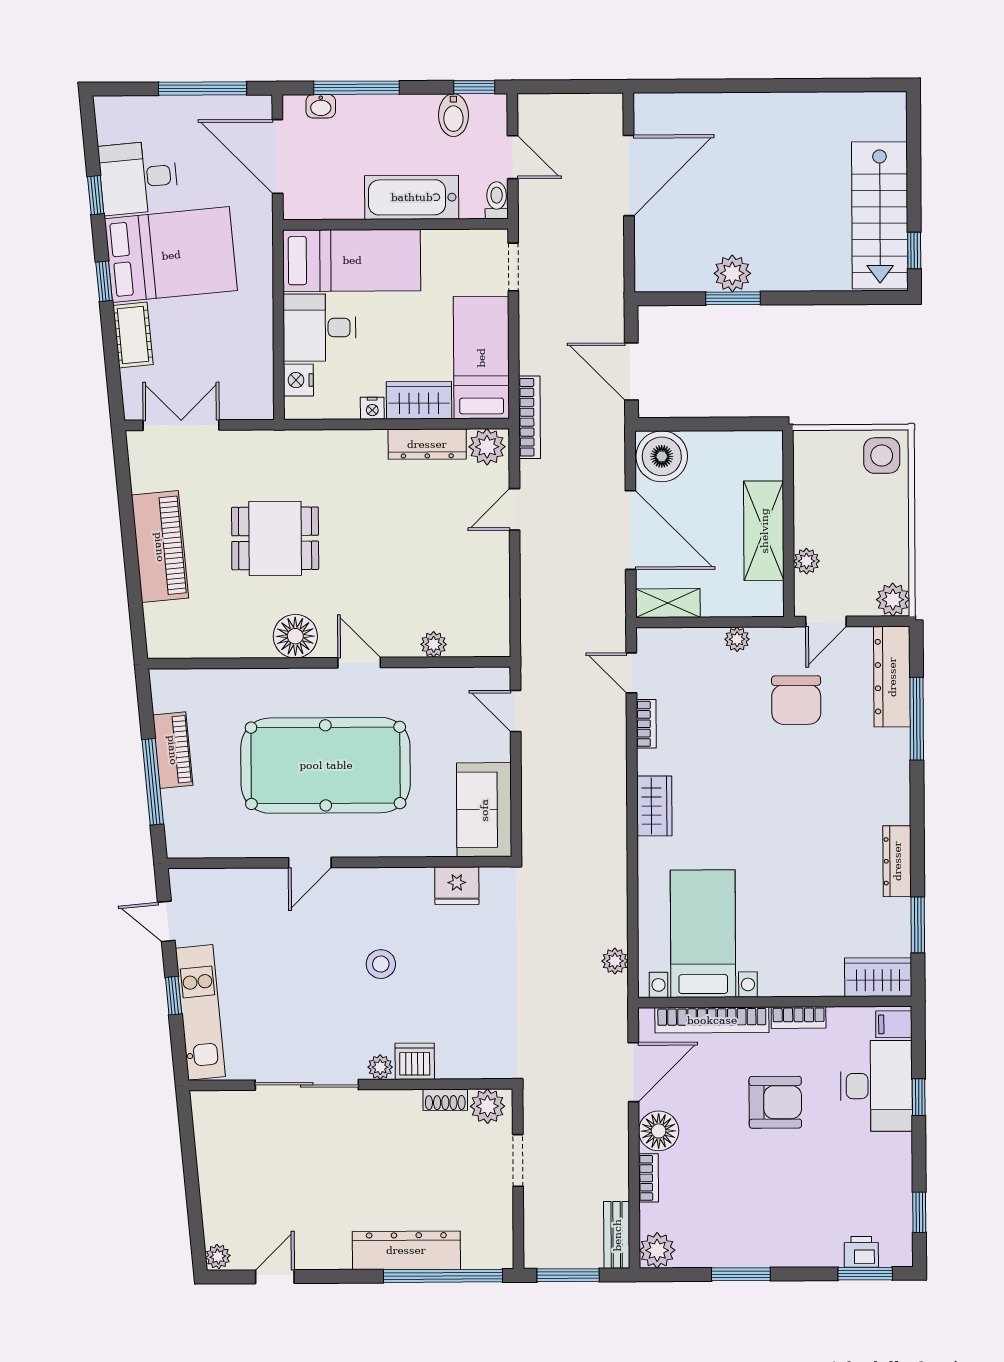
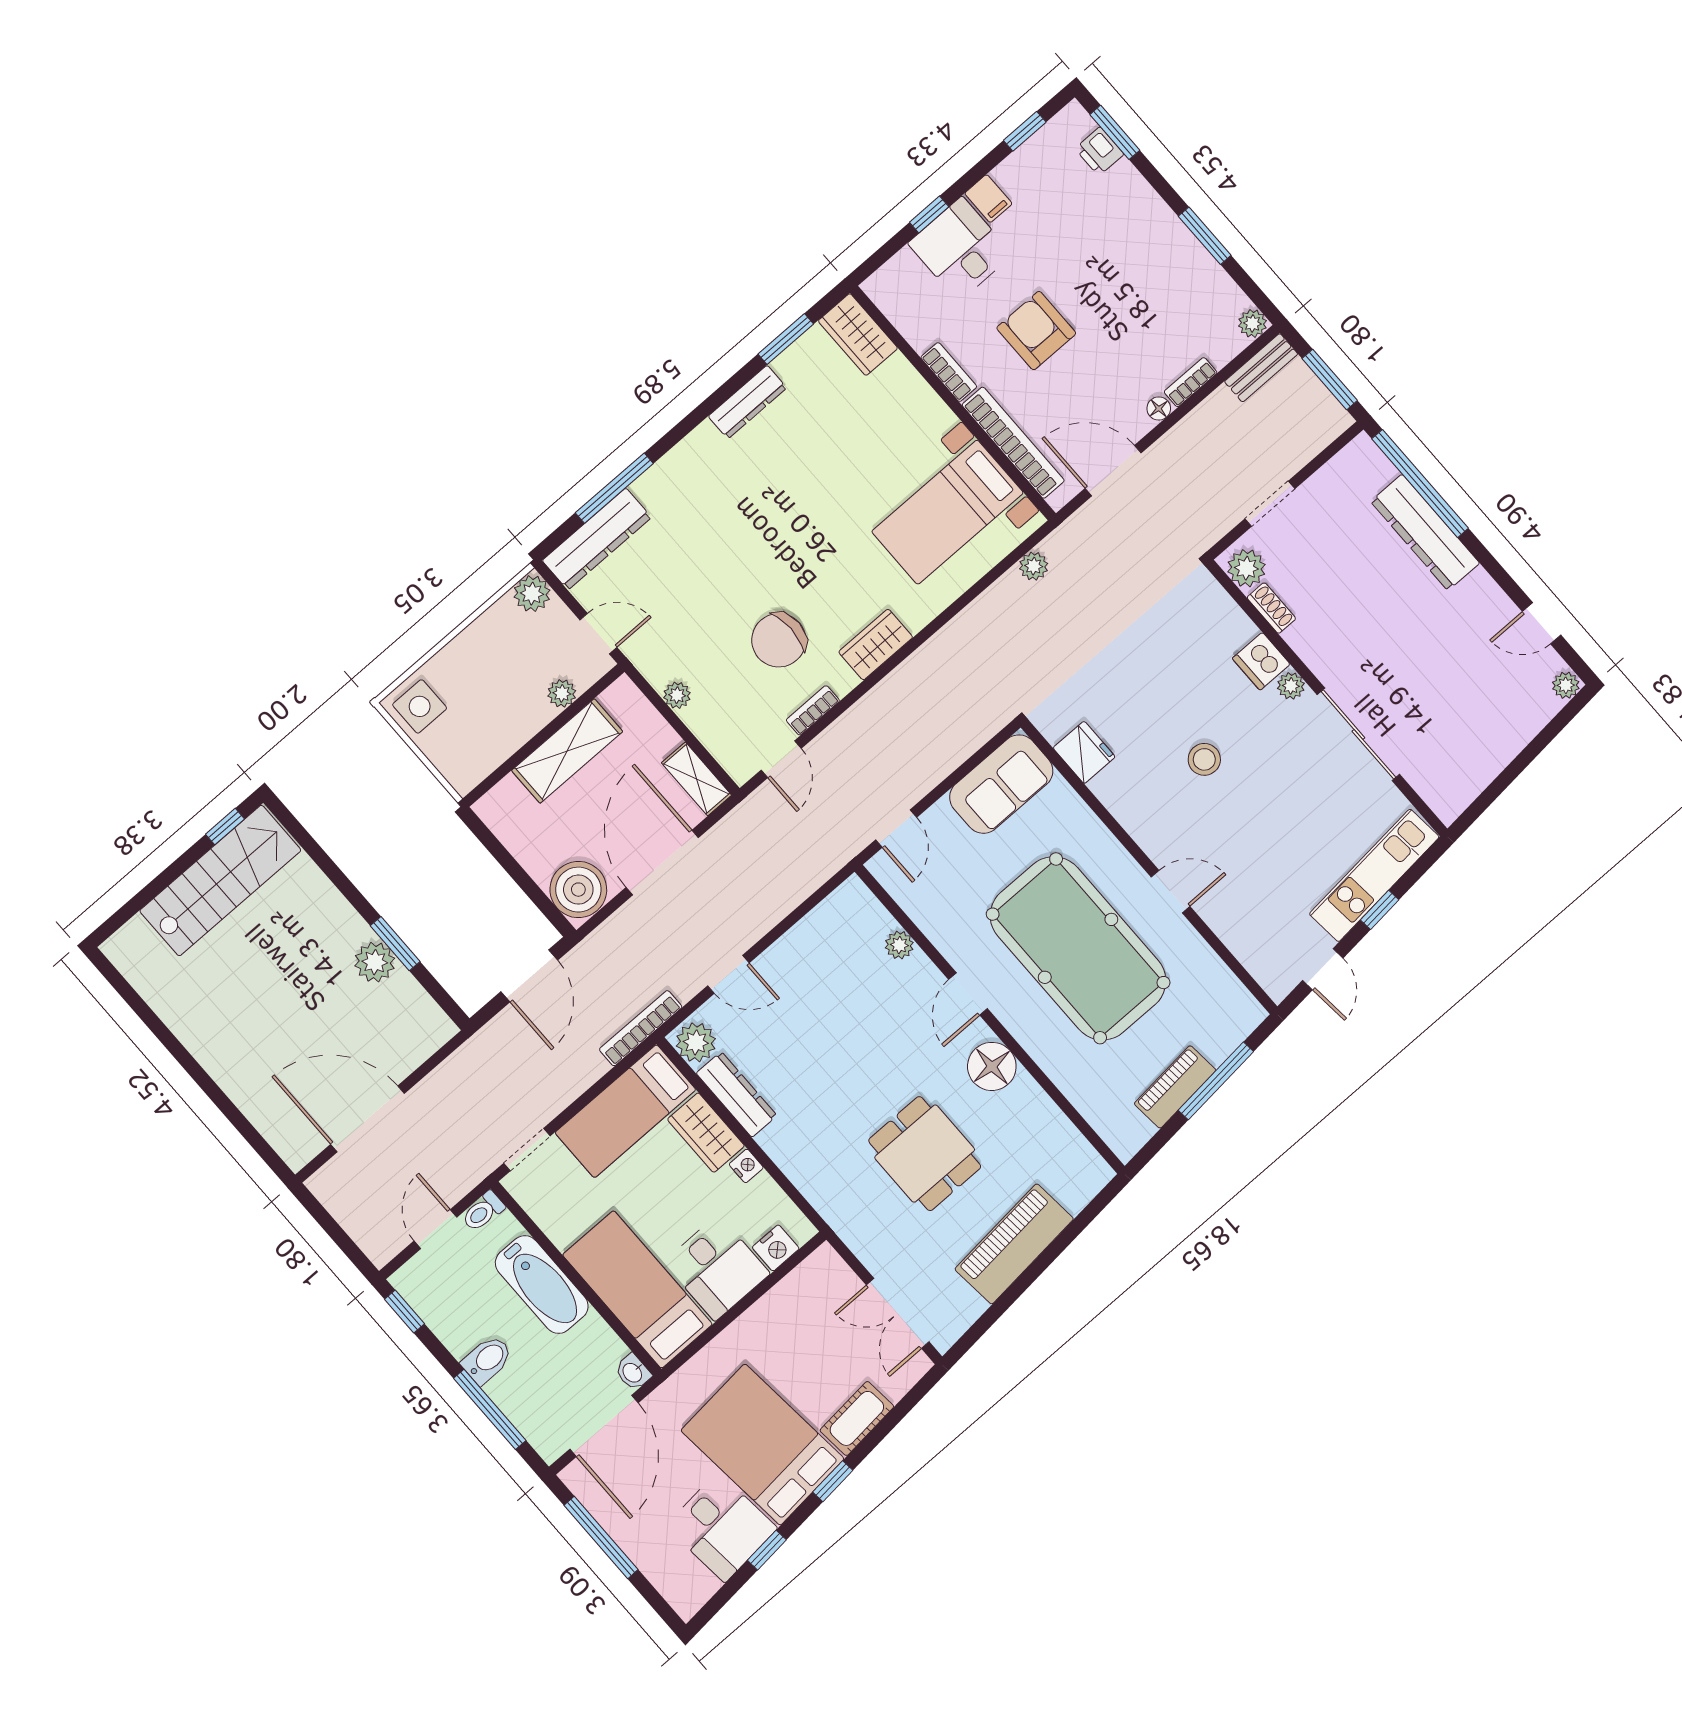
washbasin: (321, 106) -> (633, 1372), moved, turned 180
bidet: (453, 115) -> (487, 1360), moved
chair: (796, 700) -> (779, 640), moved, turned 180
filing cabinet: (894, 1024) -> (988, 199), moved
desk: (876, 1086) -> (960, 249), width x0.73
floor lamp: (659, 1131) -> (1159, 408), width x0.53, depth x0.53
plant: (657, 1250) -> (1253, 323), width x0.73, depth x0.73

